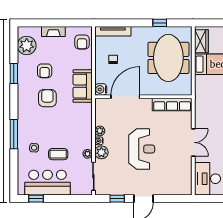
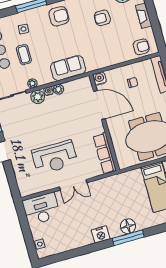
armchair: (82, 42) -> (141, 47), turned 180
sofa: (83, 86) -> (68, 68), moved
armchair: (47, 98) -> (59, 16), moved
reception desk: (142, 149) -> (55, 157), moved

